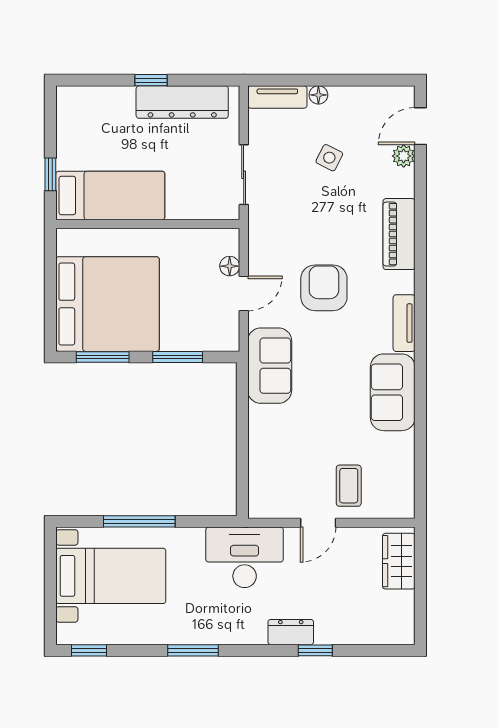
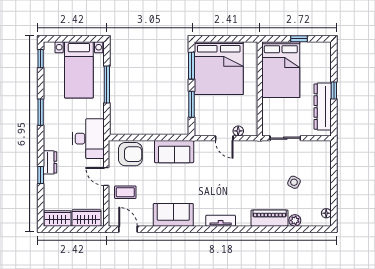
floor lamp: (318, 95) -> (326, 213), moved
tv unit: (277, 97) -> (325, 156), removed
door: (420, 126) -> (128, 229), moved
window: (50, 174) -> (299, 39), moved
bed: (110, 196) -> (281, 70), width x1.50
piano: (399, 234) -> (270, 218), moved
armchair: (324, 288) -> (130, 154), moved
tv unit: (404, 323) -> (221, 221), moved
sofa: (270, 366) -> (174, 152), moved
wardrobe: (400, 618) -> (57, 218), added

